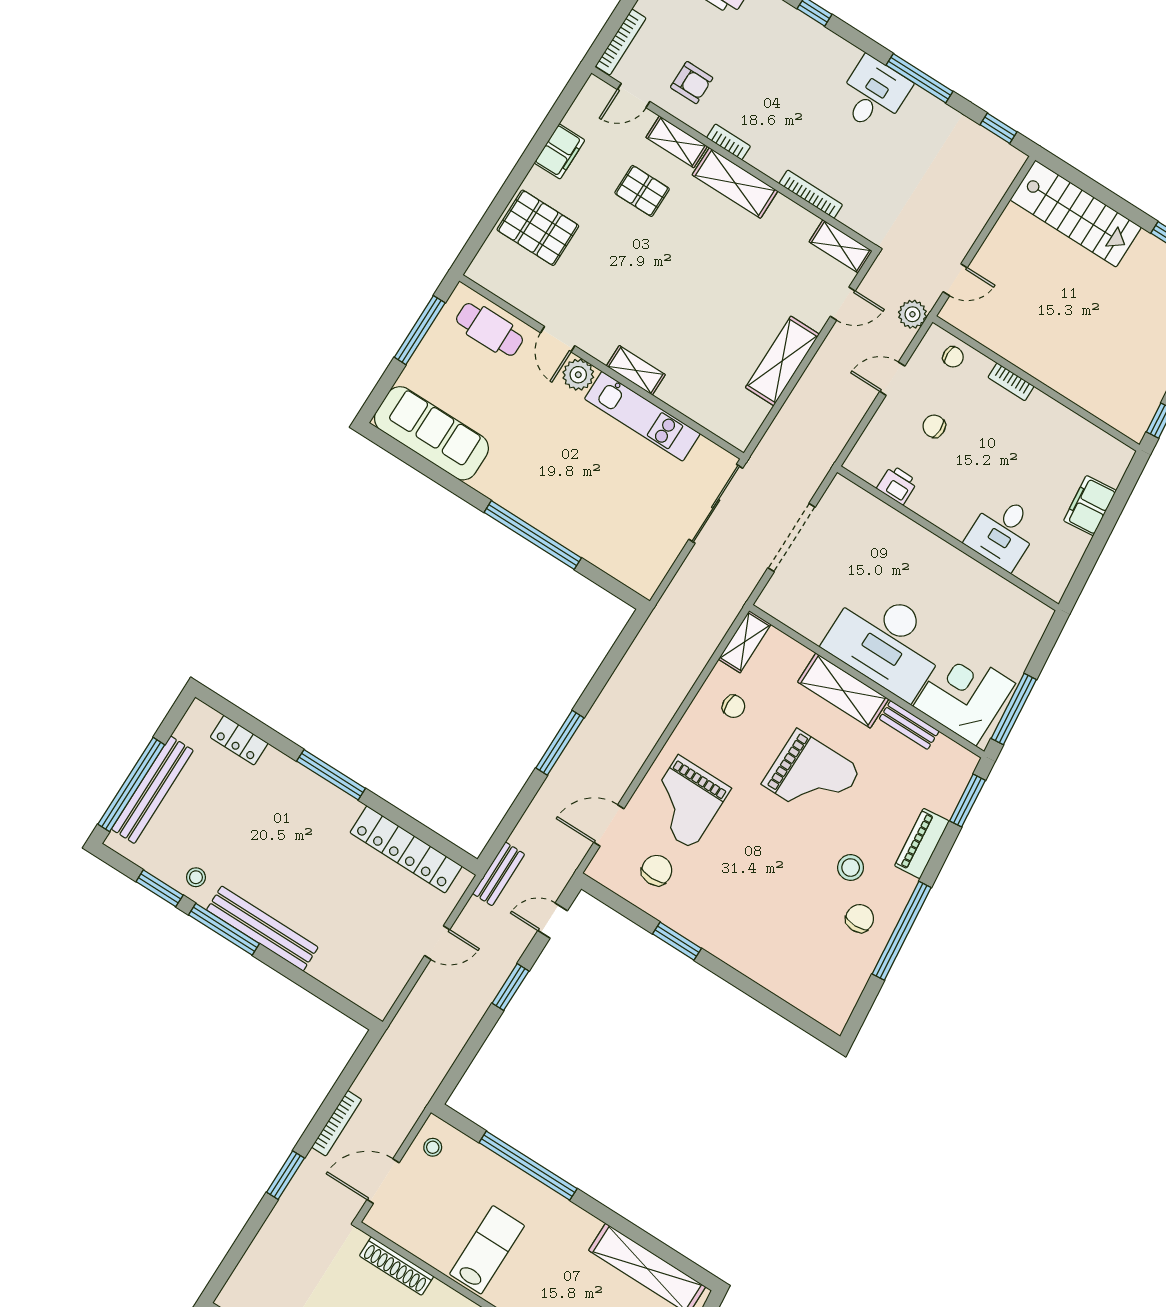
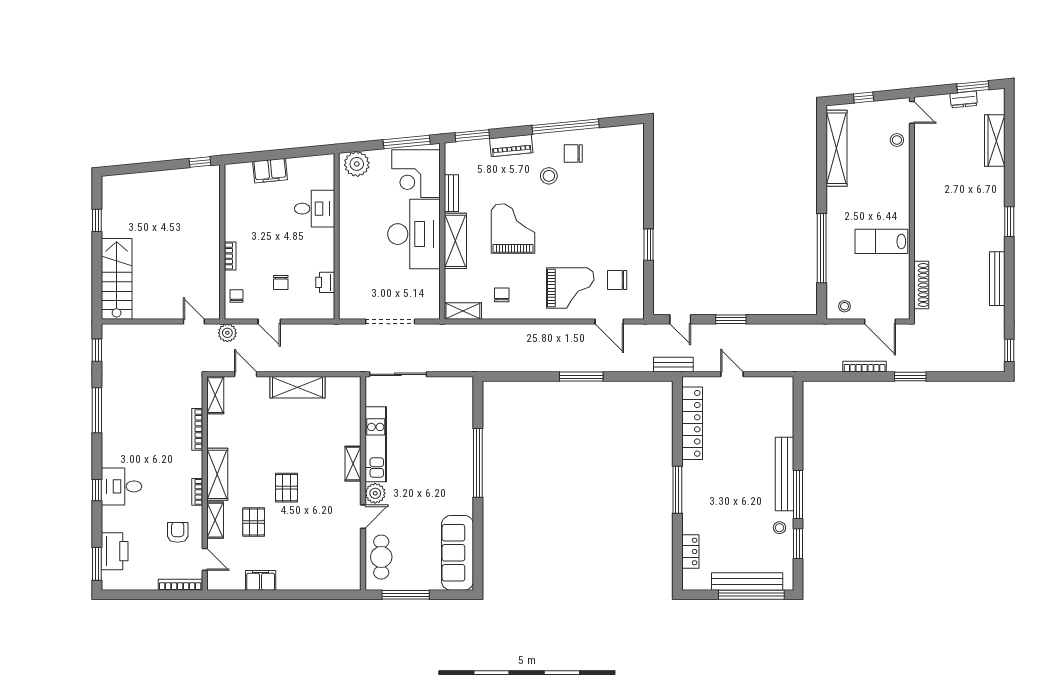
desk: (873, 94) -> (121, 486), moved
pallet: (538, 228) -> (287, 488), moved, width x0.67, depth x0.71
plant: (1026, 625) -> (357, 164), added

